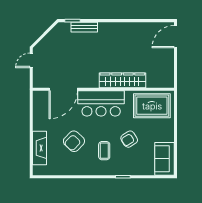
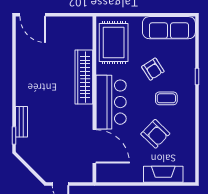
sofa: (165, 159) -> (169, 28), width x1.36

